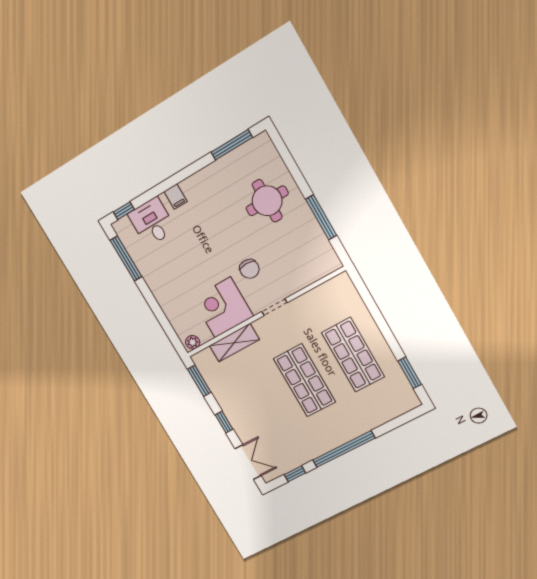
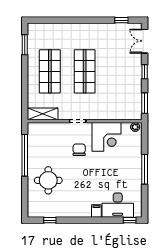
window: (232, 145) -> (50, 220), width x0.46
window: (321, 217) -> (25, 155), width x1.46
desk: (152, 222) -> (118, 205), width x1.37
window: (126, 258) -> (145, 169), moved
shelving: (234, 343) -> (43, 114), moved
window: (344, 449) -> (85, 20), removed

